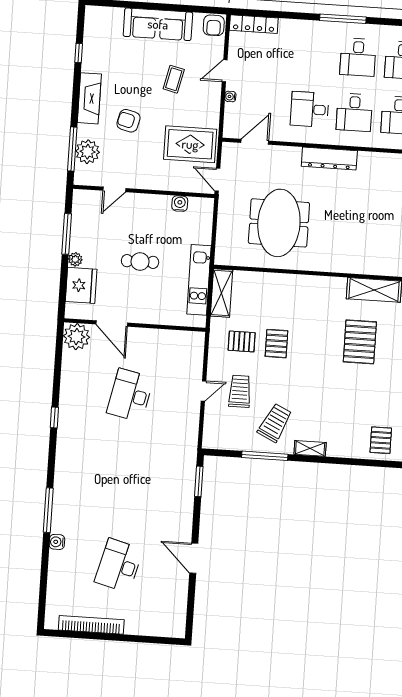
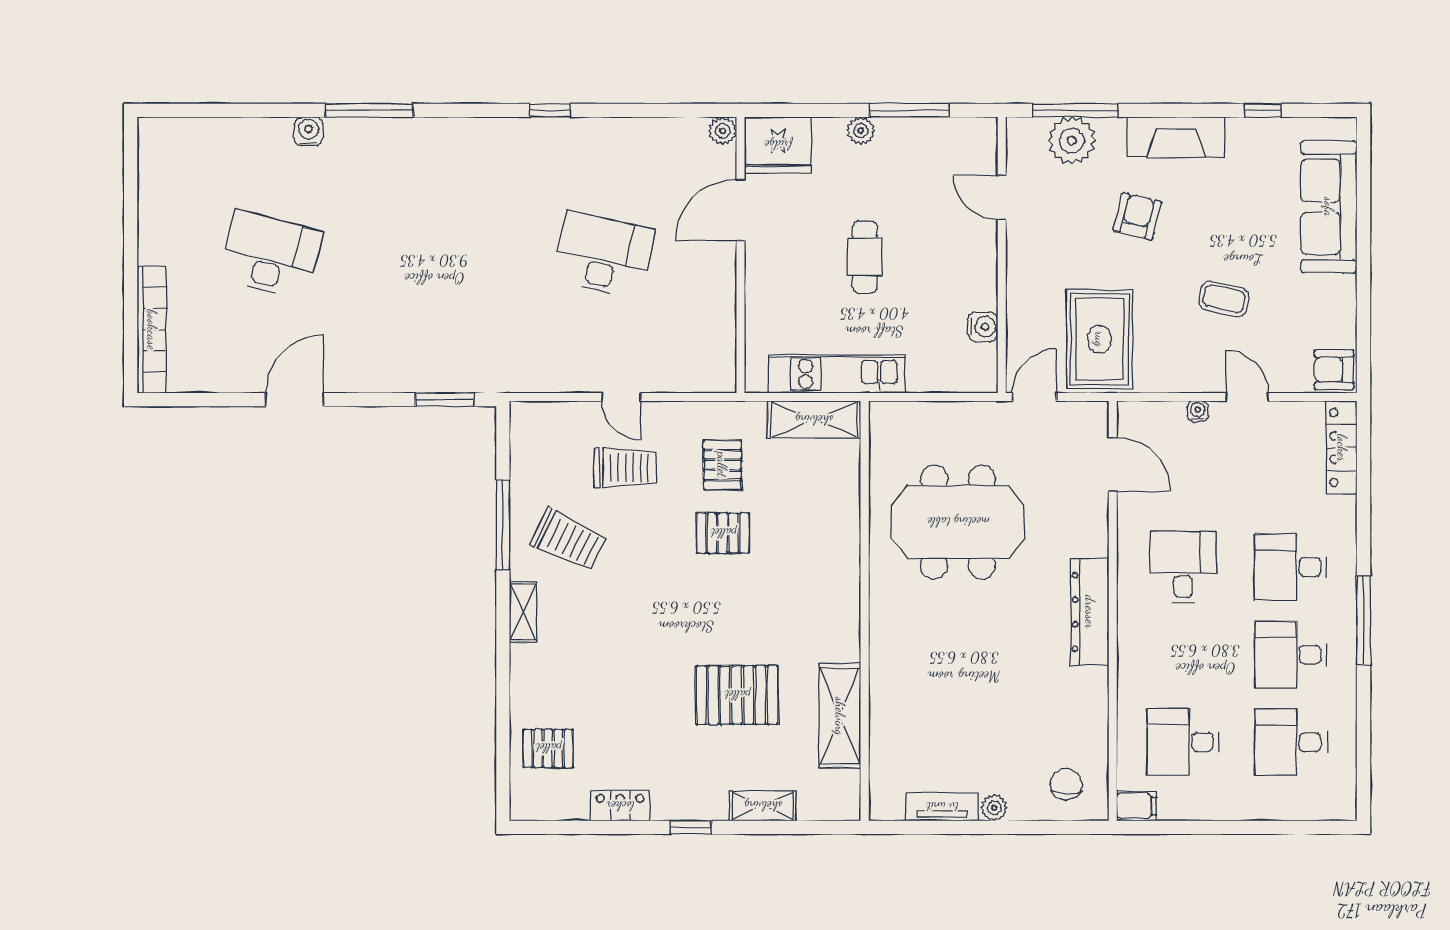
sofa: (158, 24) -> (1329, 207), moved
desk: (354, 112) -> (1291, 567), moved
fridge: (81, 285) -> (778, 145), moved
plant: (77, 337) -> (723, 131), width x0.53, depth x0.53
bookcase: (91, 625) -> (152, 330), moved

